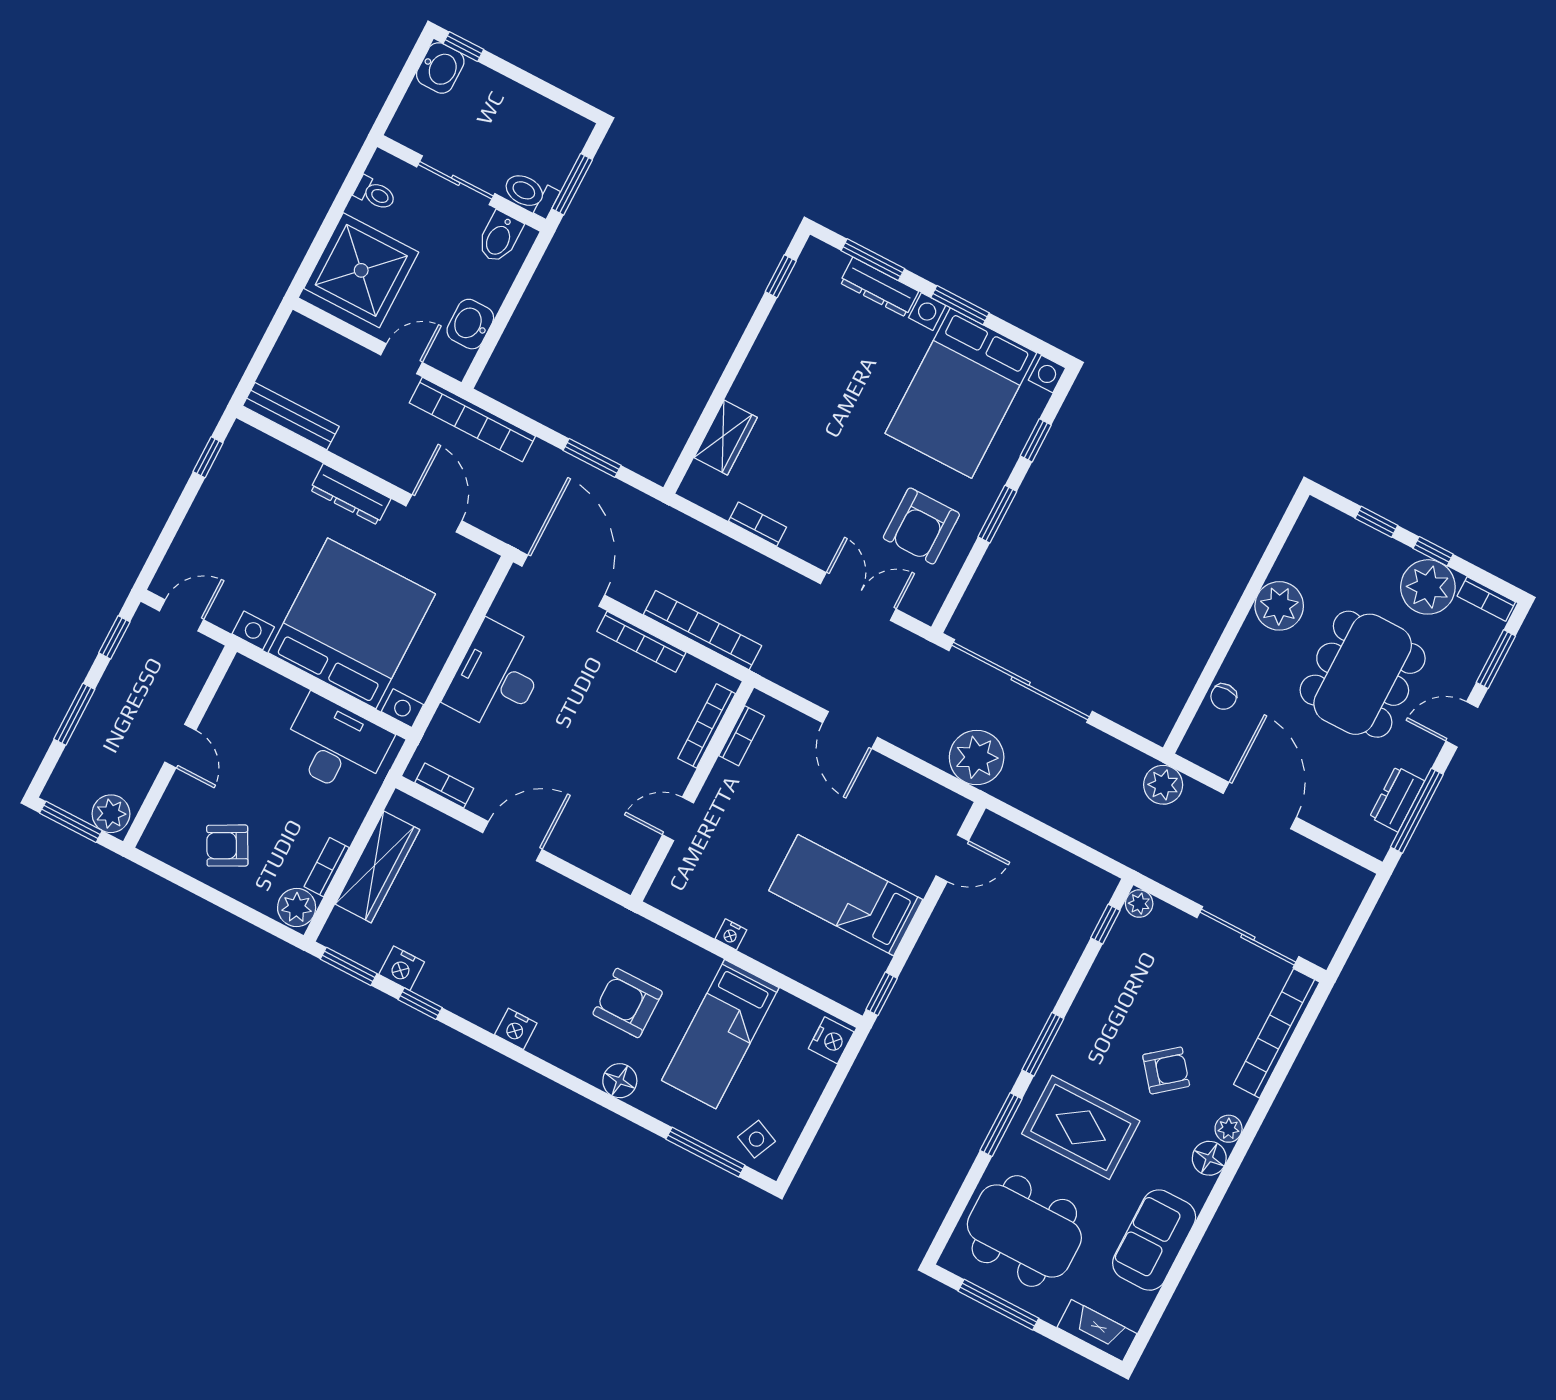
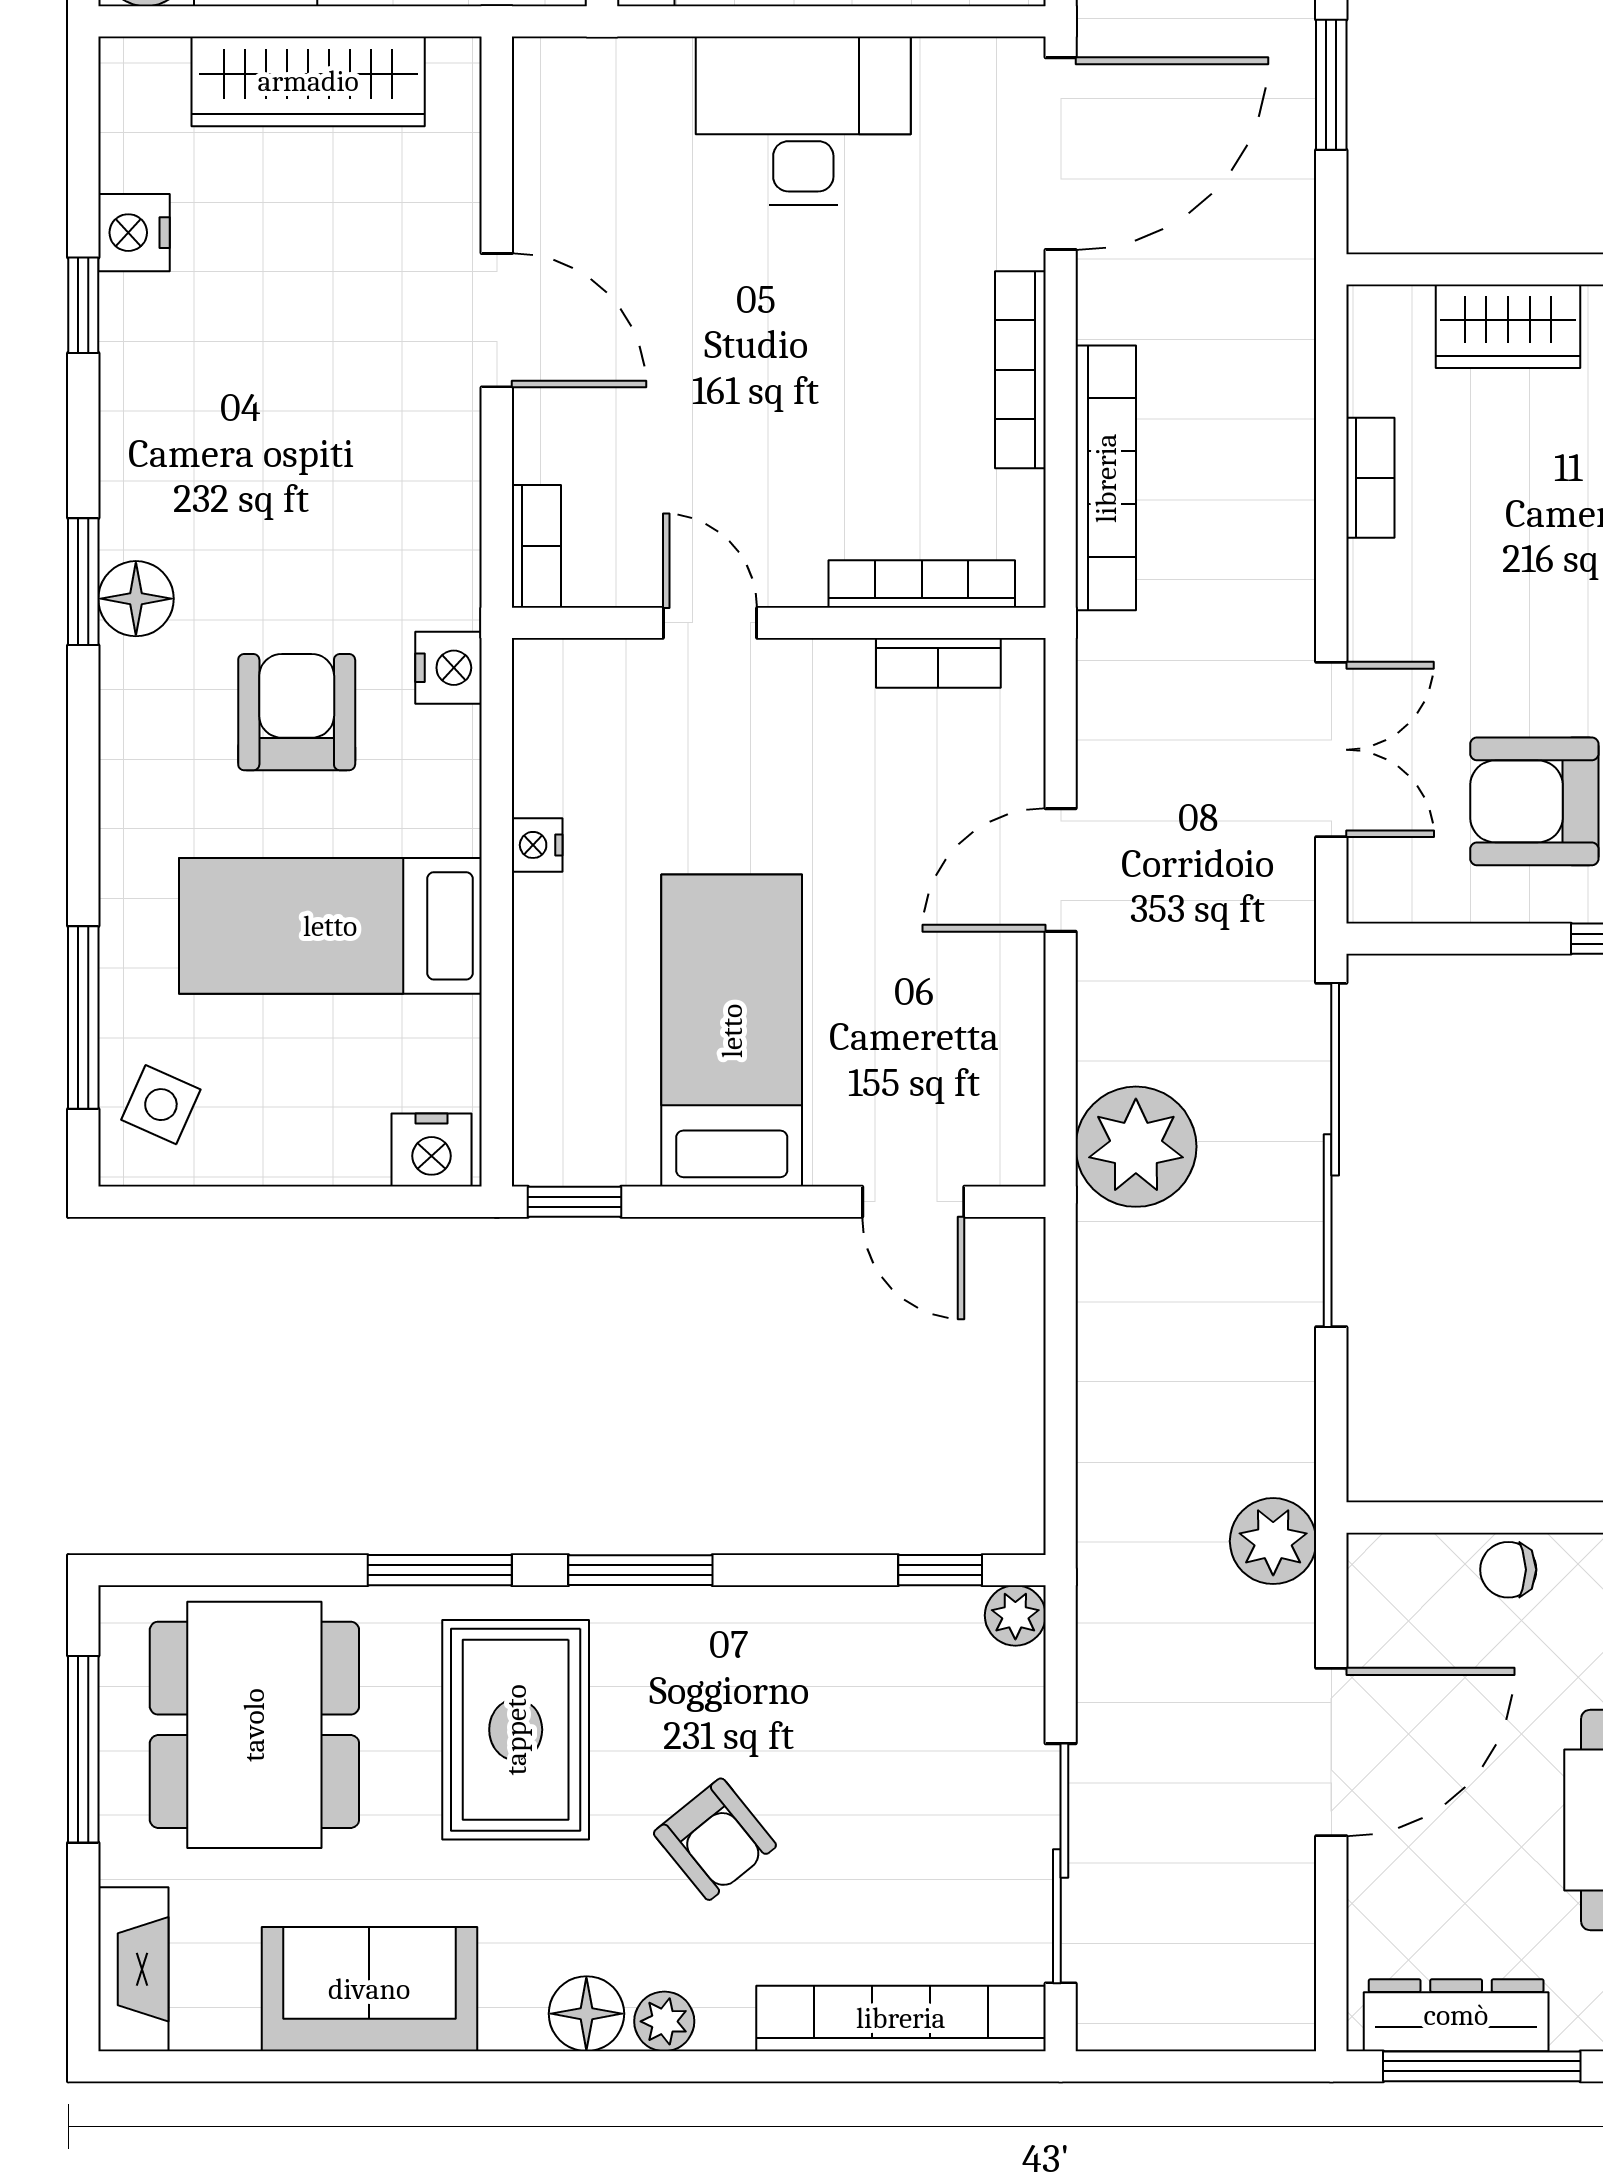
bookcase: (444, 786) -> (536, 546), moved
dresser: (1397, 799) -> (1456, 2015), width x1.44
window: (349, 966) -> (83, 582), moved
nightstand: (516, 1029) -> (449, 668), moved, turned 180
floor lamp: (620, 1081) -> (136, 599), moved

